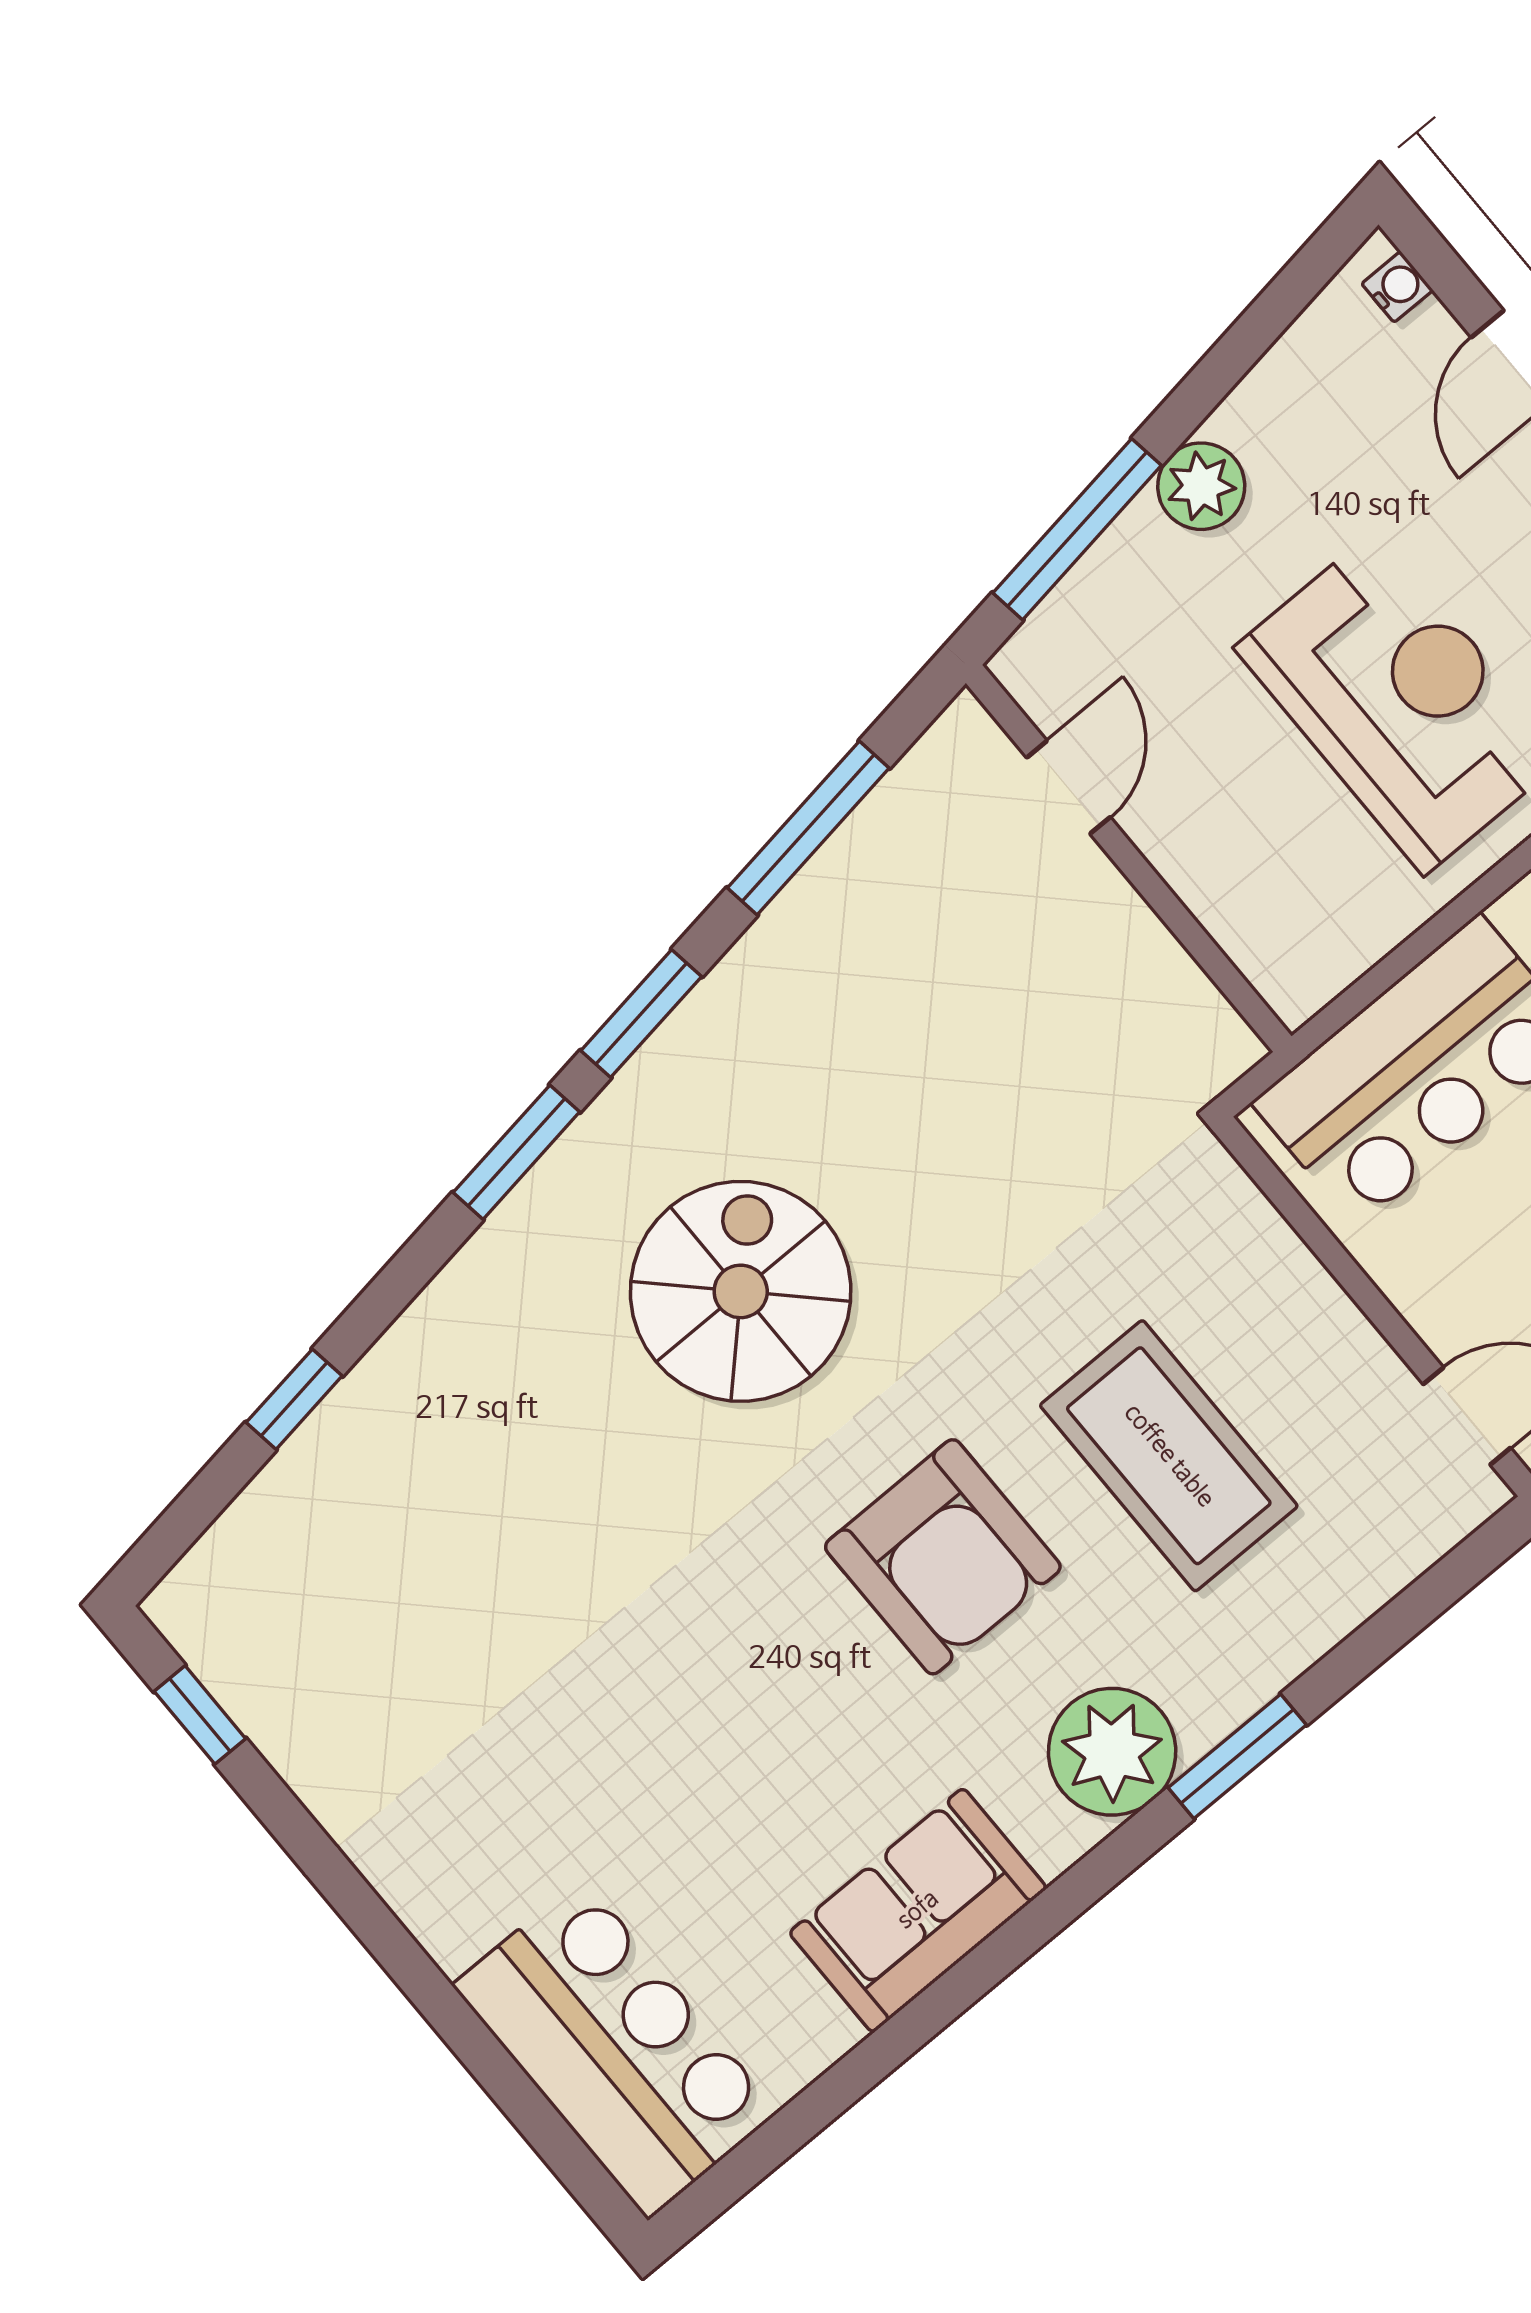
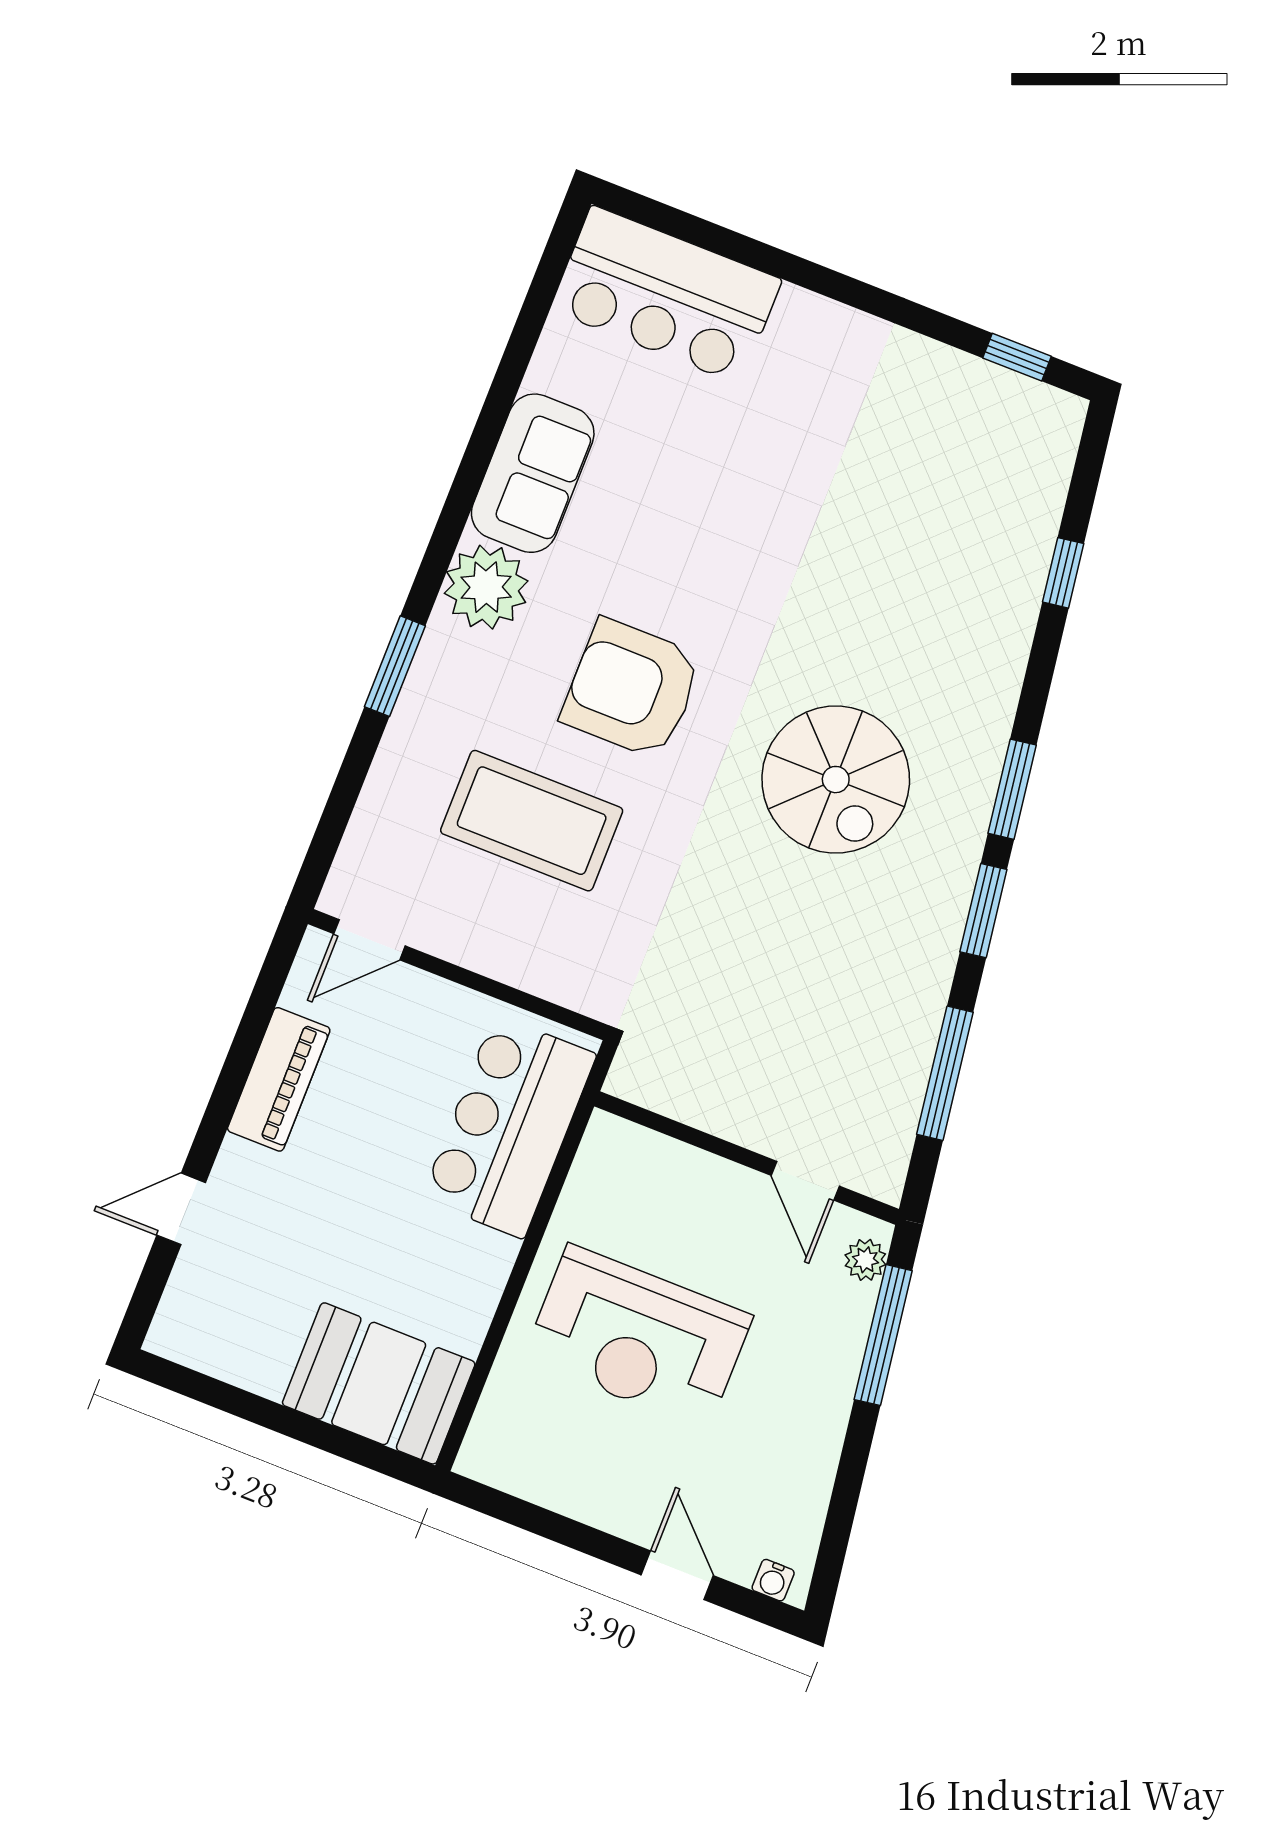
plant: (1201, 486) -> (865, 1260), moved, width x0.73, depth x0.73
plant: (1112, 1752) -> (486, 587), moved

